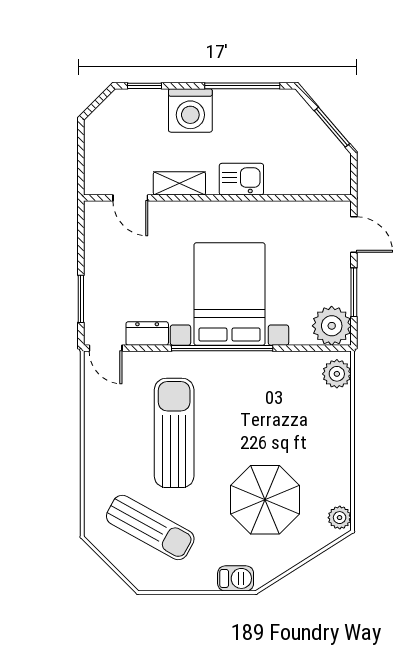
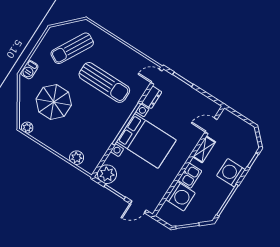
washing machine: (288, 172) -> (180, 196), added
plant: (337, 374) -> (77, 158), moved

